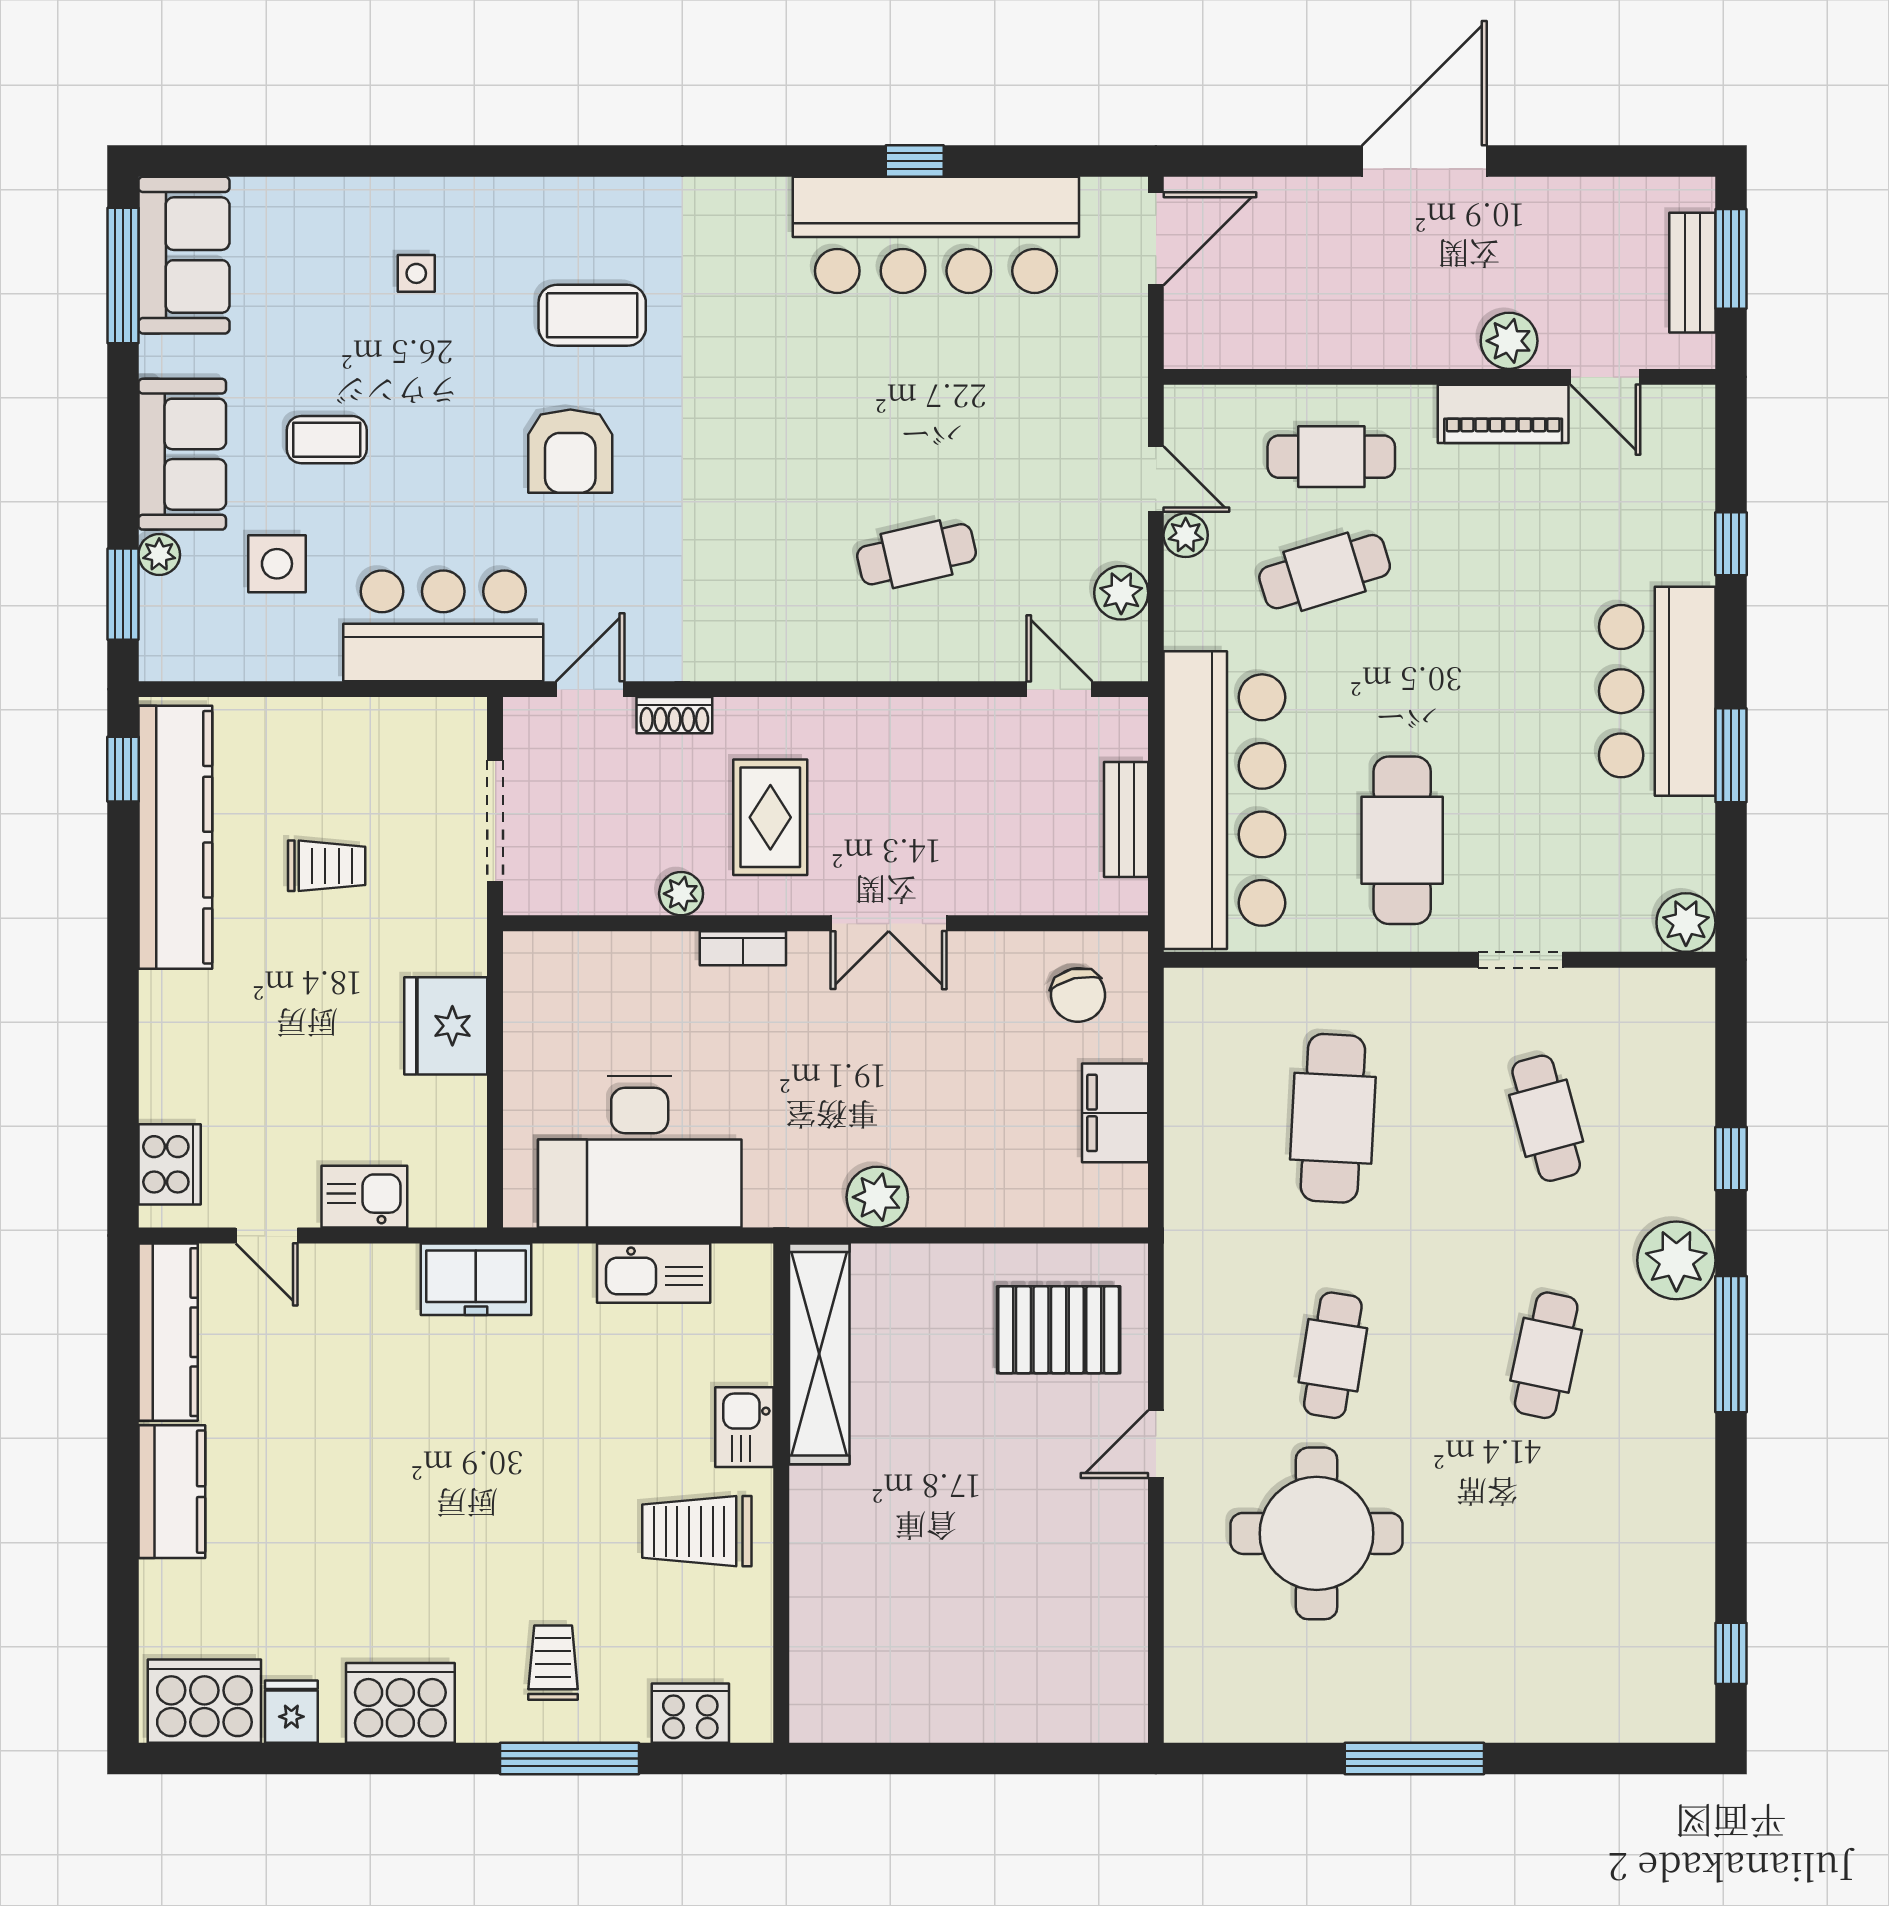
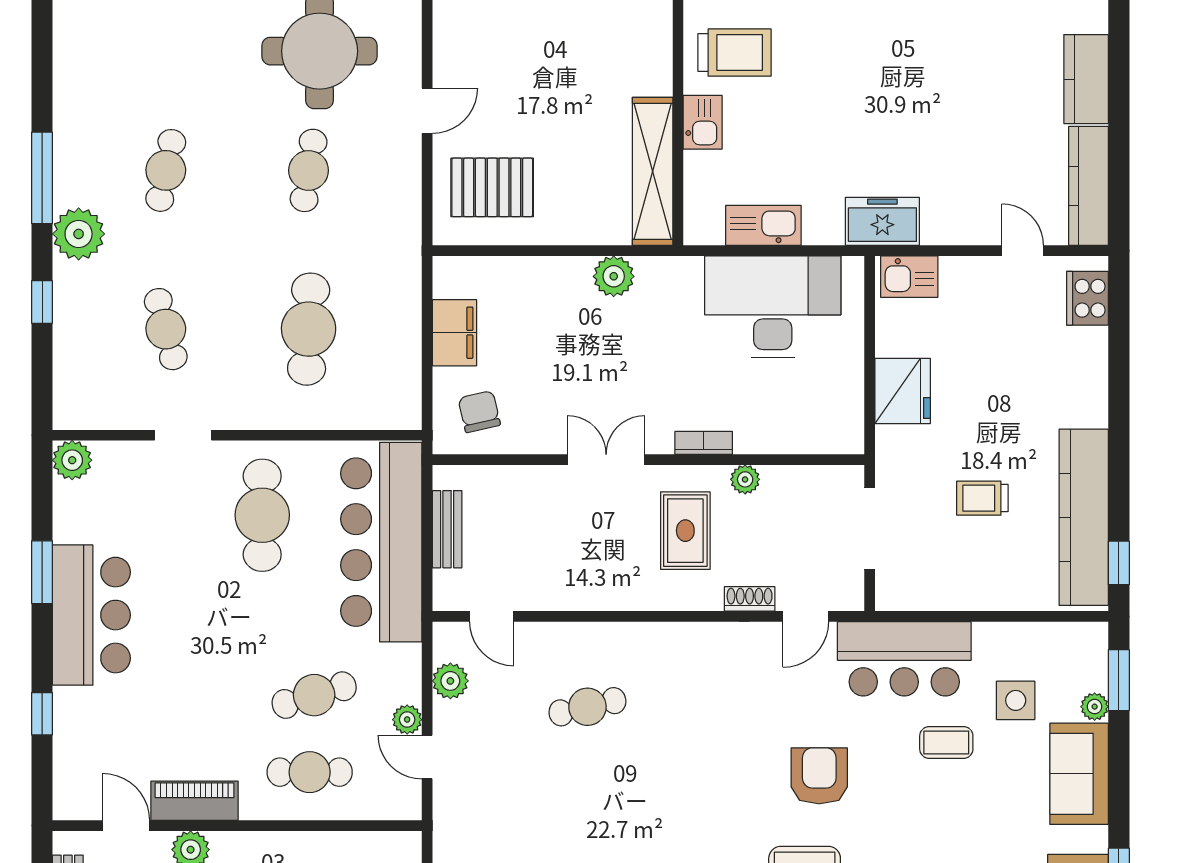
coffee table: (327, 440) -> (946, 742), moved
kitchen sink: (364, 1197) -> (909, 277), moved

